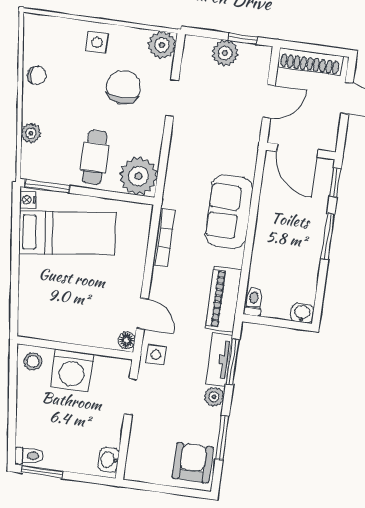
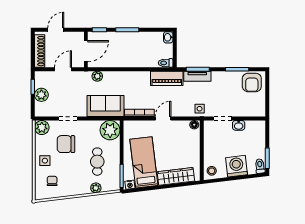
chair: (37, 75) -> (52, 181), moved
door: (269, 102) -> (63, 69), hinge flipped
cafe table: (95, 157) -> (97, 162), moved, turned 90
sofa: (229, 212) -> (105, 106), moved, turned 180
wardrobe: (32, 291) -> (176, 176), added
door: (142, 314) -> (163, 119), moved
washing machine: (72, 371) -> (237, 166), moved, turned -97
plant: (214, 397) -> (97, 76), moved
washbasin: (109, 460) -> (239, 125), moved
armchair: (193, 463) -> (252, 82), turned -90

